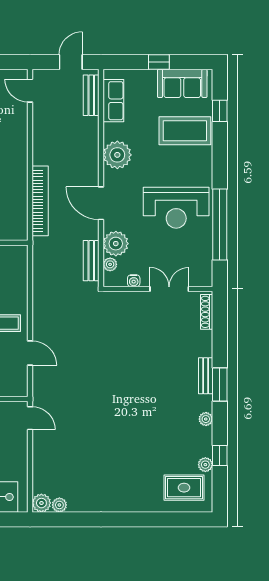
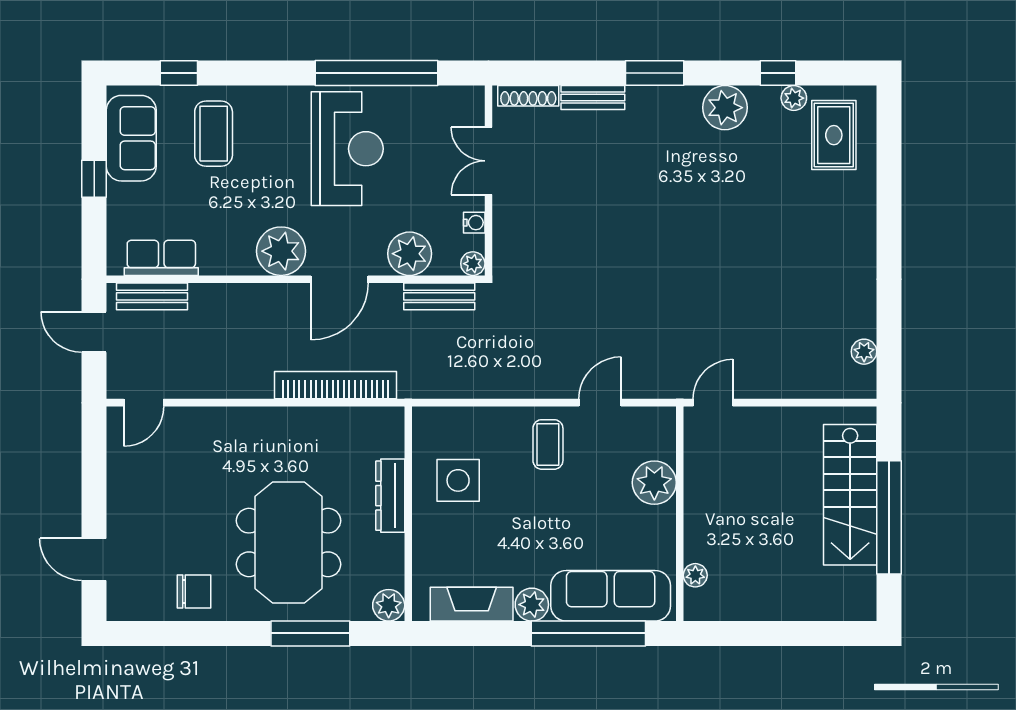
coffee table: (185, 131) -> (214, 134), width x0.73, depth x0.76
plant: (117, 155) -> (281, 251), moved
plant: (110, 264) -> (473, 264), moved
bench: (206, 376) -> (593, 98), moved
plant: (206, 419) -> (725, 108), width x1.88, depth x1.88
plant: (41, 503) -> (861, 383), removed

